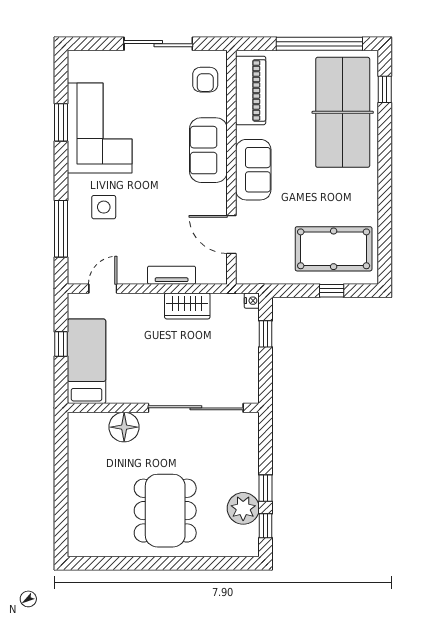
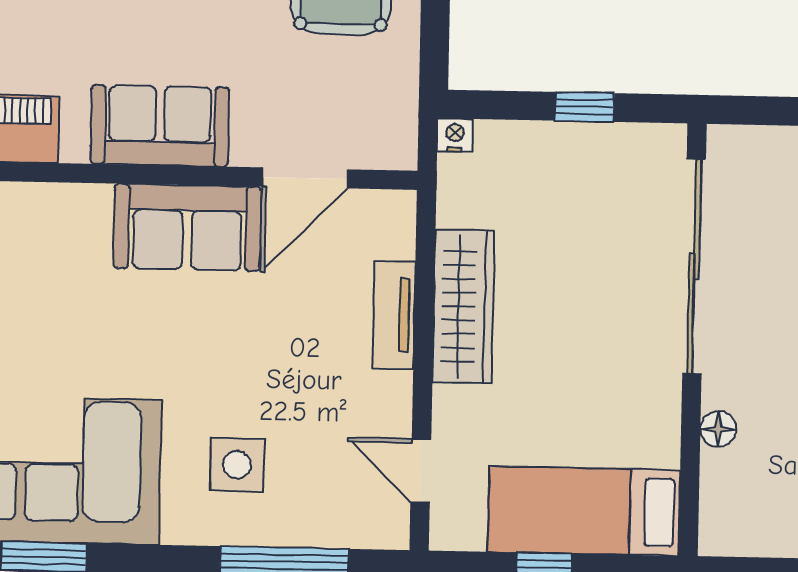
sofa: (208, 150) -> (187, 227), moved
wardrobe: (187, 306) -> (463, 306), width x1.50
window: (266, 334) -> (584, 107), moved
floor lamp: (124, 427) -> (718, 429), width x0.53, depth x0.53

